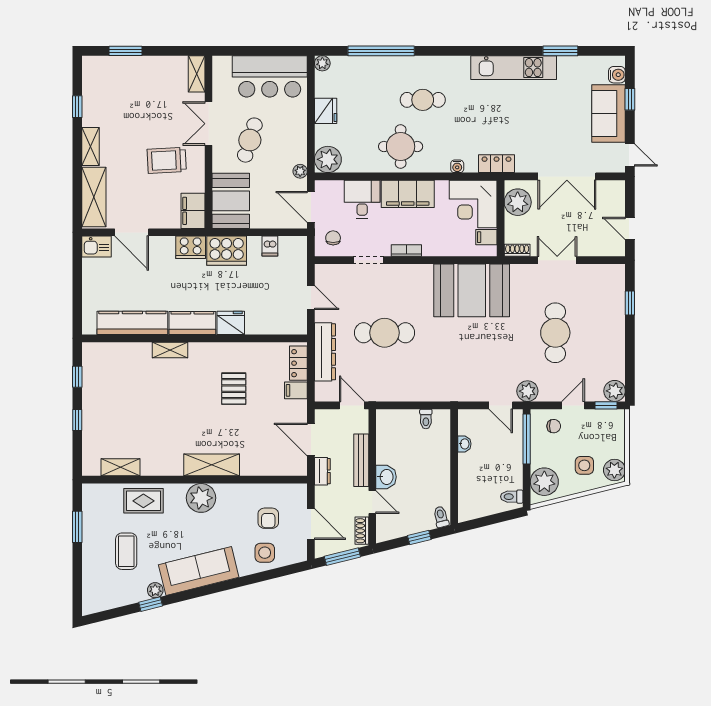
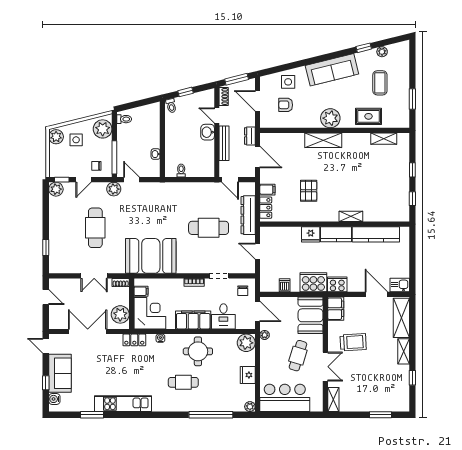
armchair: (268, 518) -> (286, 105), turned -90
plant: (155, 590) -> (382, 52), moved

